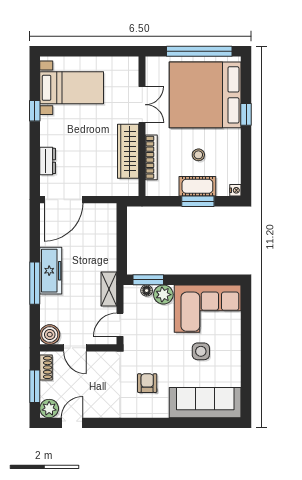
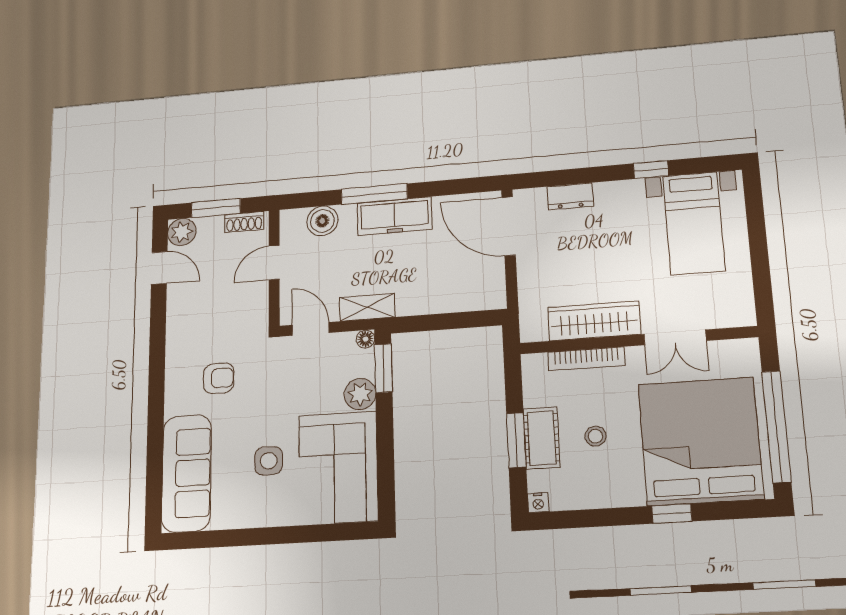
floor lamp: (147, 291) -> (365, 339), moved
boiler: (50, 335) -> (322, 221), moved

